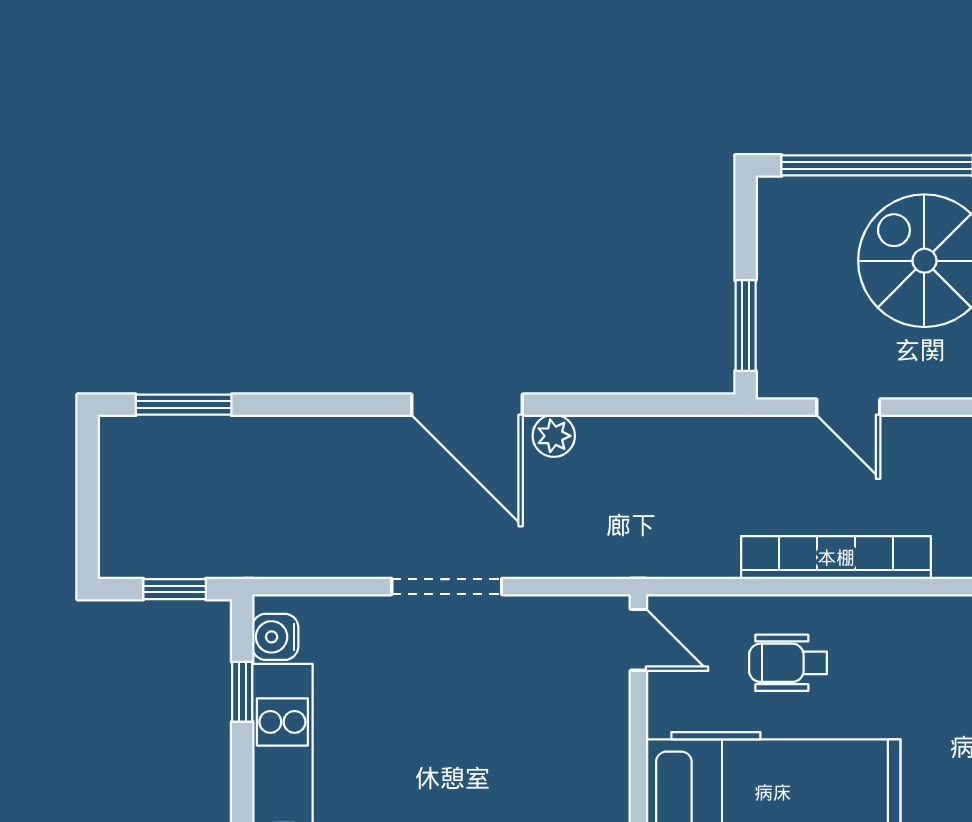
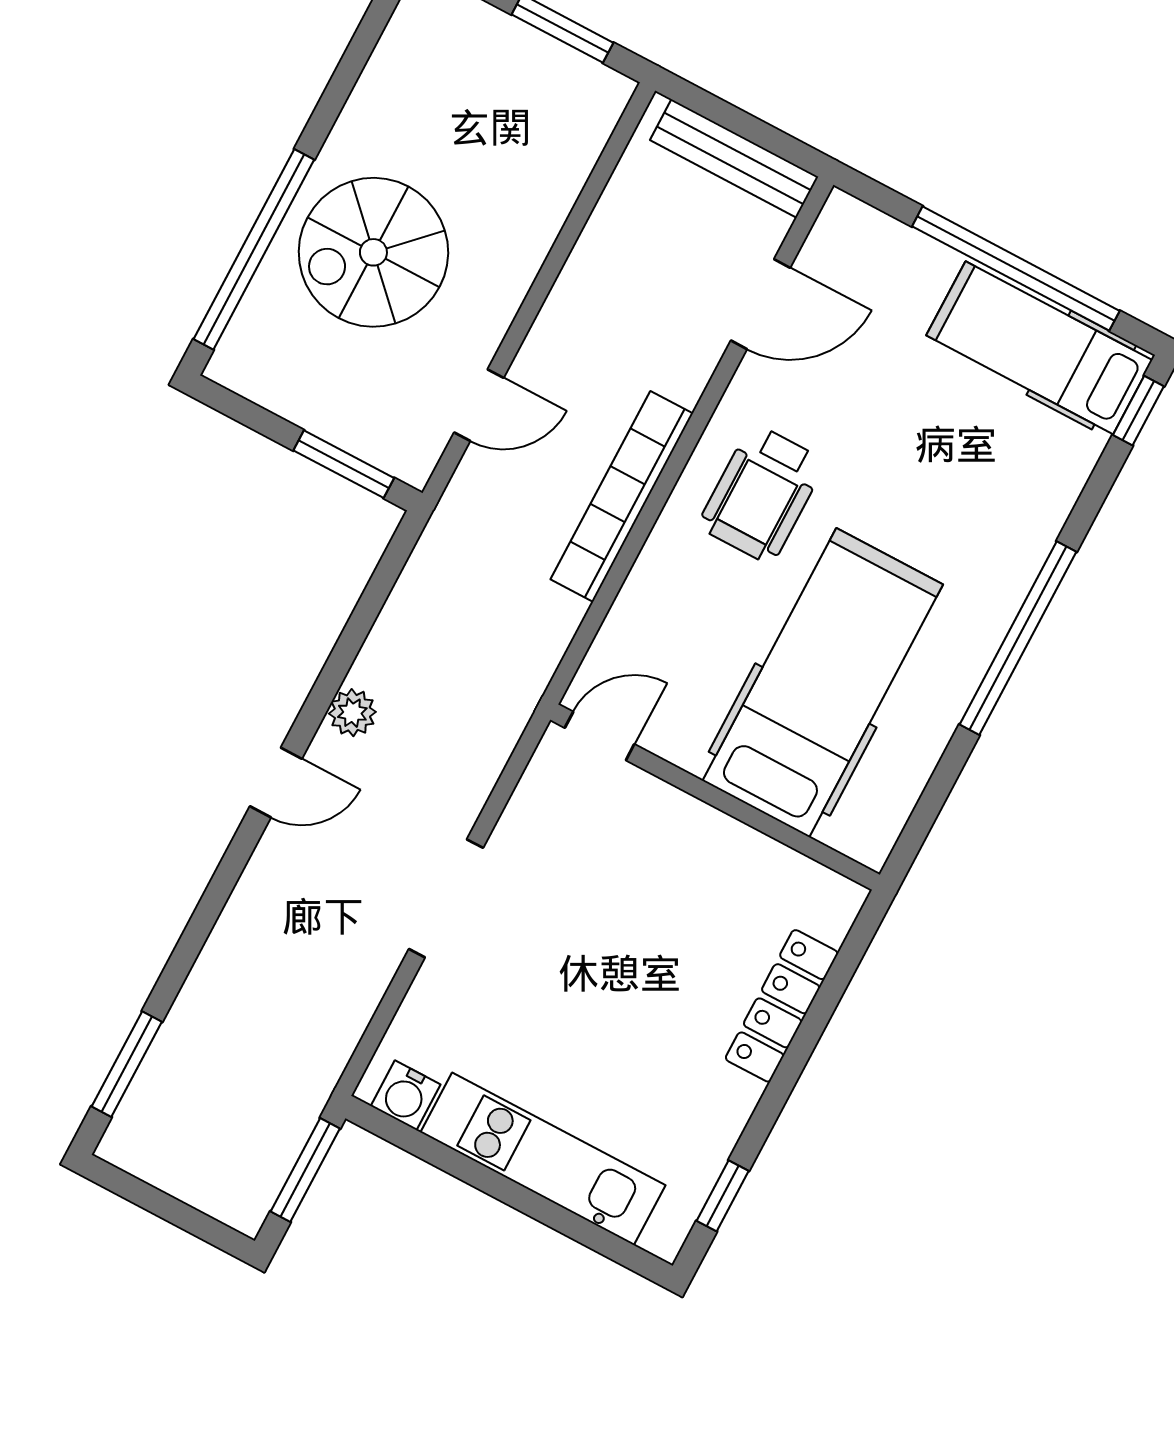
door: (467, 405) -> (276, 783), width x0.53
window: (175, 589) -> (305, 1170), width x1.50
wheelchair: (788, 663) -> (762, 494), moved, width x1.36, depth x1.37
window: (242, 692) -> (443, 1157), removed

